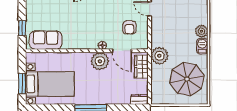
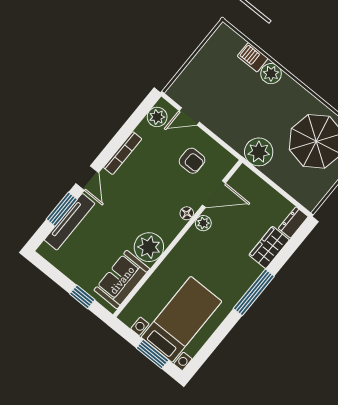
plant: (72, 40) -> (149, 247), added
barbecue: (202, 46) -> (253, 57), moved
plant: (100, 61) -> (203, 223), width x0.53, depth x0.53
wardrobe: (141, 66) -> (269, 247), moved, turned 90

